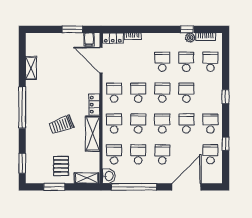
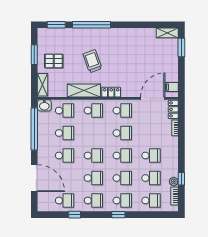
window: (72, 29) -> (181, 48), moved
shelving: (31, 68) -> (167, 33), moved
window: (22, 108) -> (91, 25), moved
school desk: (138, 124) -> (122, 201), moved

